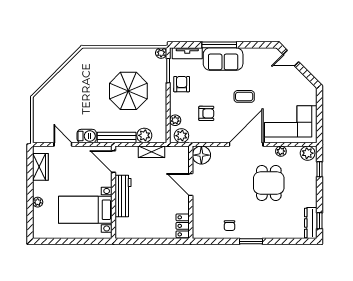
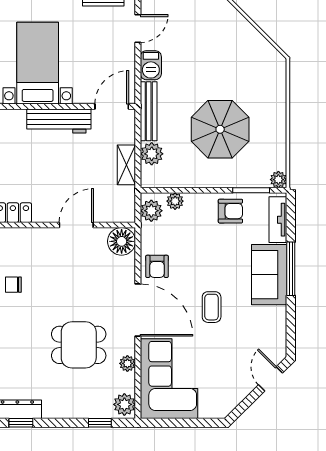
armchair: (206, 113) -> (157, 266), moved

